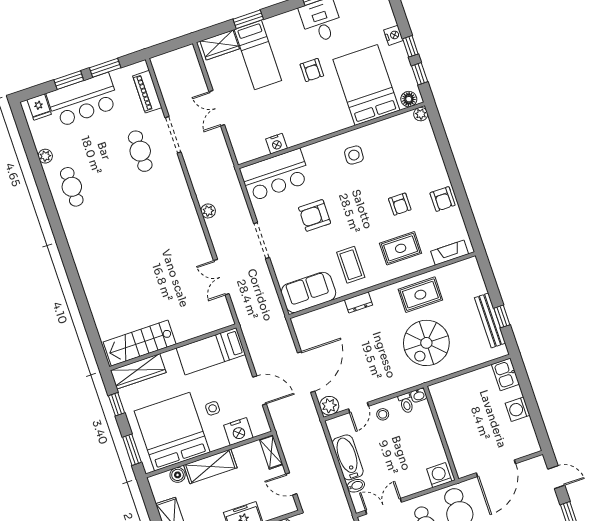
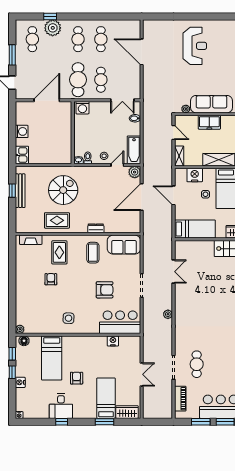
bed: (366, 85) -> (52, 358), width x0.67
armchair: (443, 199) -> (24, 274), removed
rug: (401, 248) -> (59, 252), turned 90
bathtub: (348, 457) -> (134, 150), moved

